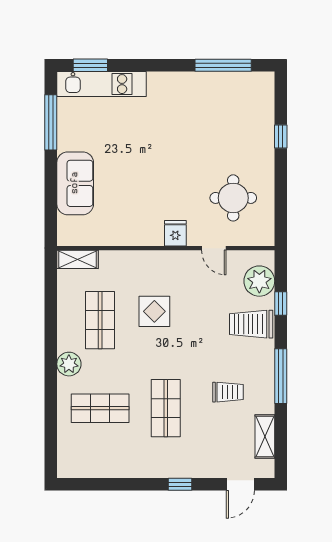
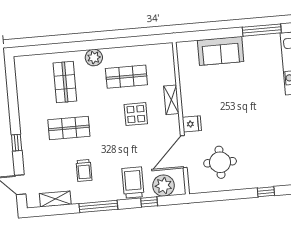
door: (214, 248) -> (184, 152), width x1.88
shelving: (77, 259) -> (171, 100), moved

